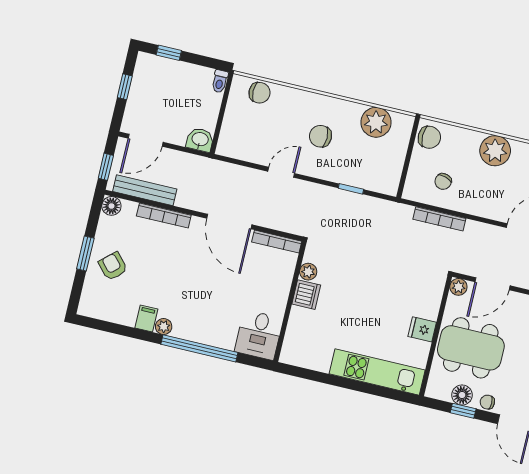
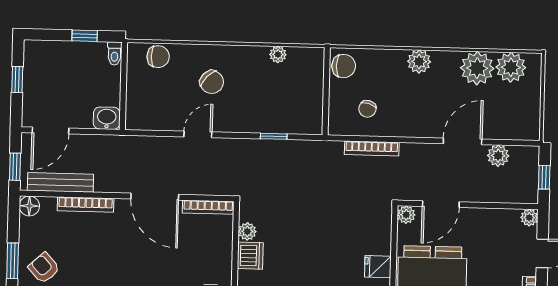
window: (169, 53) -> (85, 36), moved
plant: (376, 122) -> (278, 55), width x0.53, depth x0.53
chair: (320, 136) -> (212, 82), moved, turned -136
plant: (495, 151) -> (419, 62), width x0.73, depth x0.73

